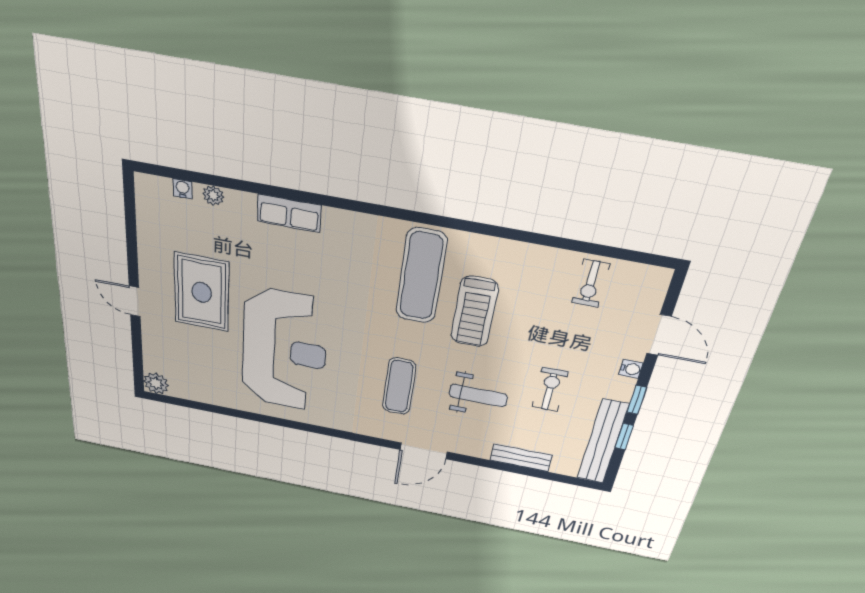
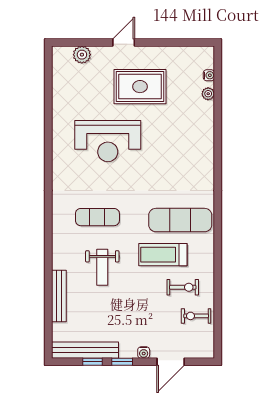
row of seats: (289, 213) -> (206, 139), removed
reception desk: (284, 351) -> (108, 141), width x0.74, depth x0.77
plant: (156, 383) -> (82, 55), moved
exercise bike: (550, 390) -> (183, 287), moved
door: (424, 451) -> (48, 240), removed
bench: (521, 458) -> (59, 296), width x1.36

